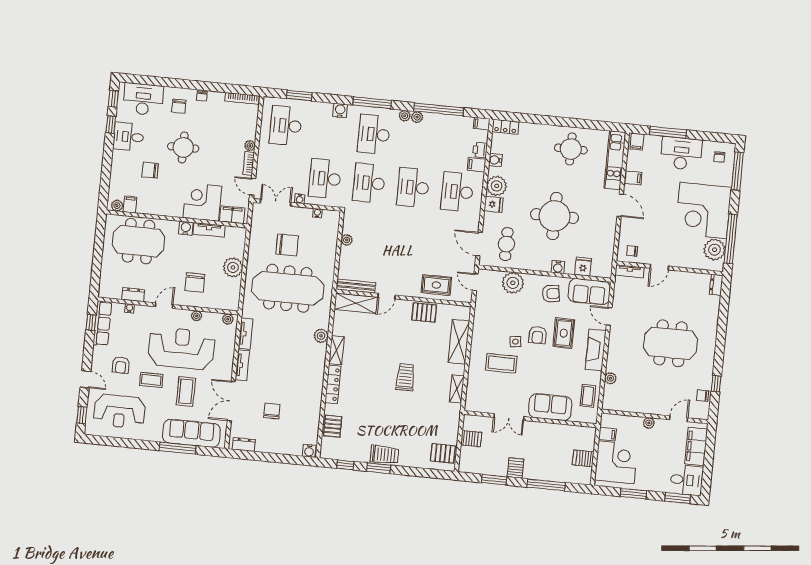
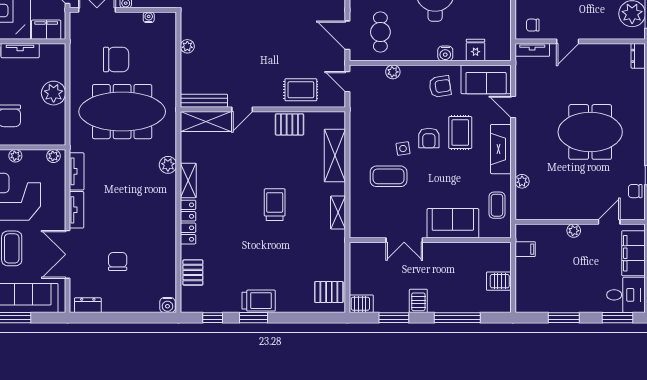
plant: (513, 283) -> (393, 72), width x0.53, depth x0.53
server rack: (471, 439) -> (361, 304), moved
corner desk: (616, 462) -> (539, 282), removed

